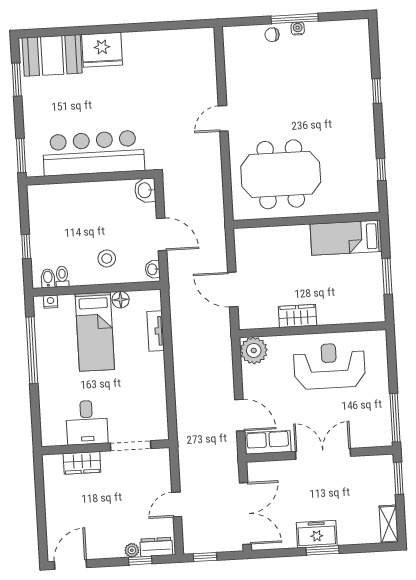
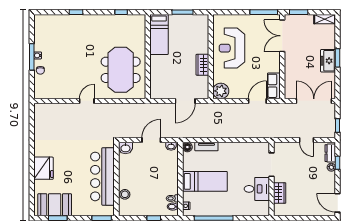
booth: (52, 55) -> (55, 205), moved, turned 90
door: (223, 118) -> (87, 101), swing flipped
stool: (107, 258) -> (125, 194), moved
floor lamp: (121, 300) -> (187, 147), moved
double door: (323, 454) -> (282, 36), moved

